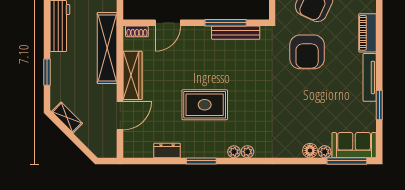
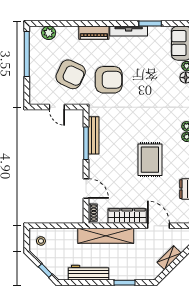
shelving: (67, 117) -> (169, 258), moved

